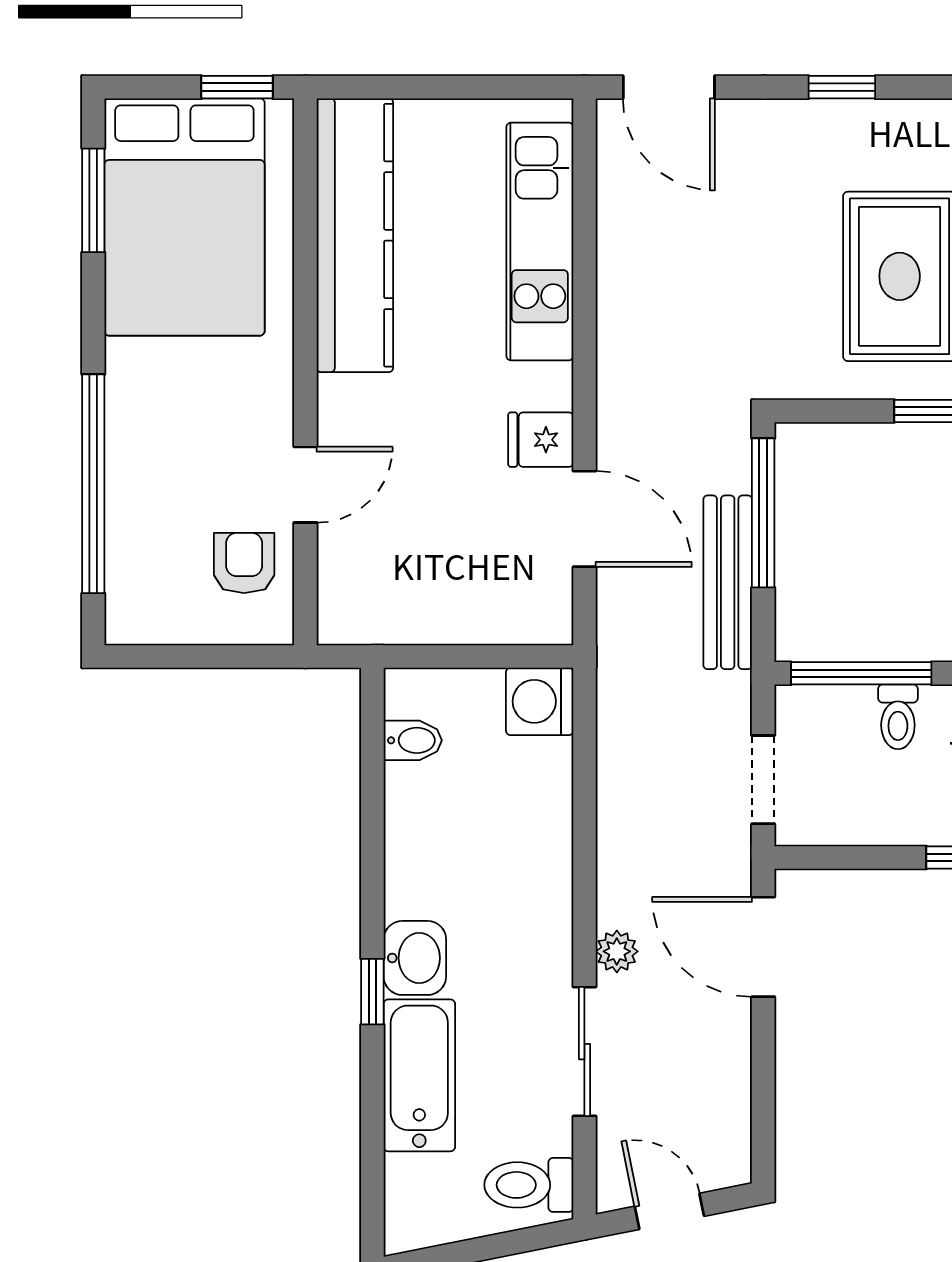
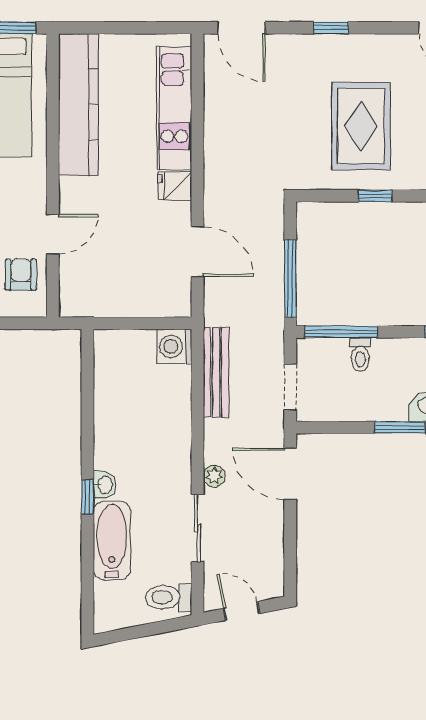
fridge: (541, 440) -> (175, 186), moved
window: (763, 513) -> (290, 278), moved
bench: (728, 582) -> (216, 372), moved
bidet: (413, 740) -> (108, 367), removed
washbasin: (415, 958) -> (104, 485), width x0.72, depth x0.69

